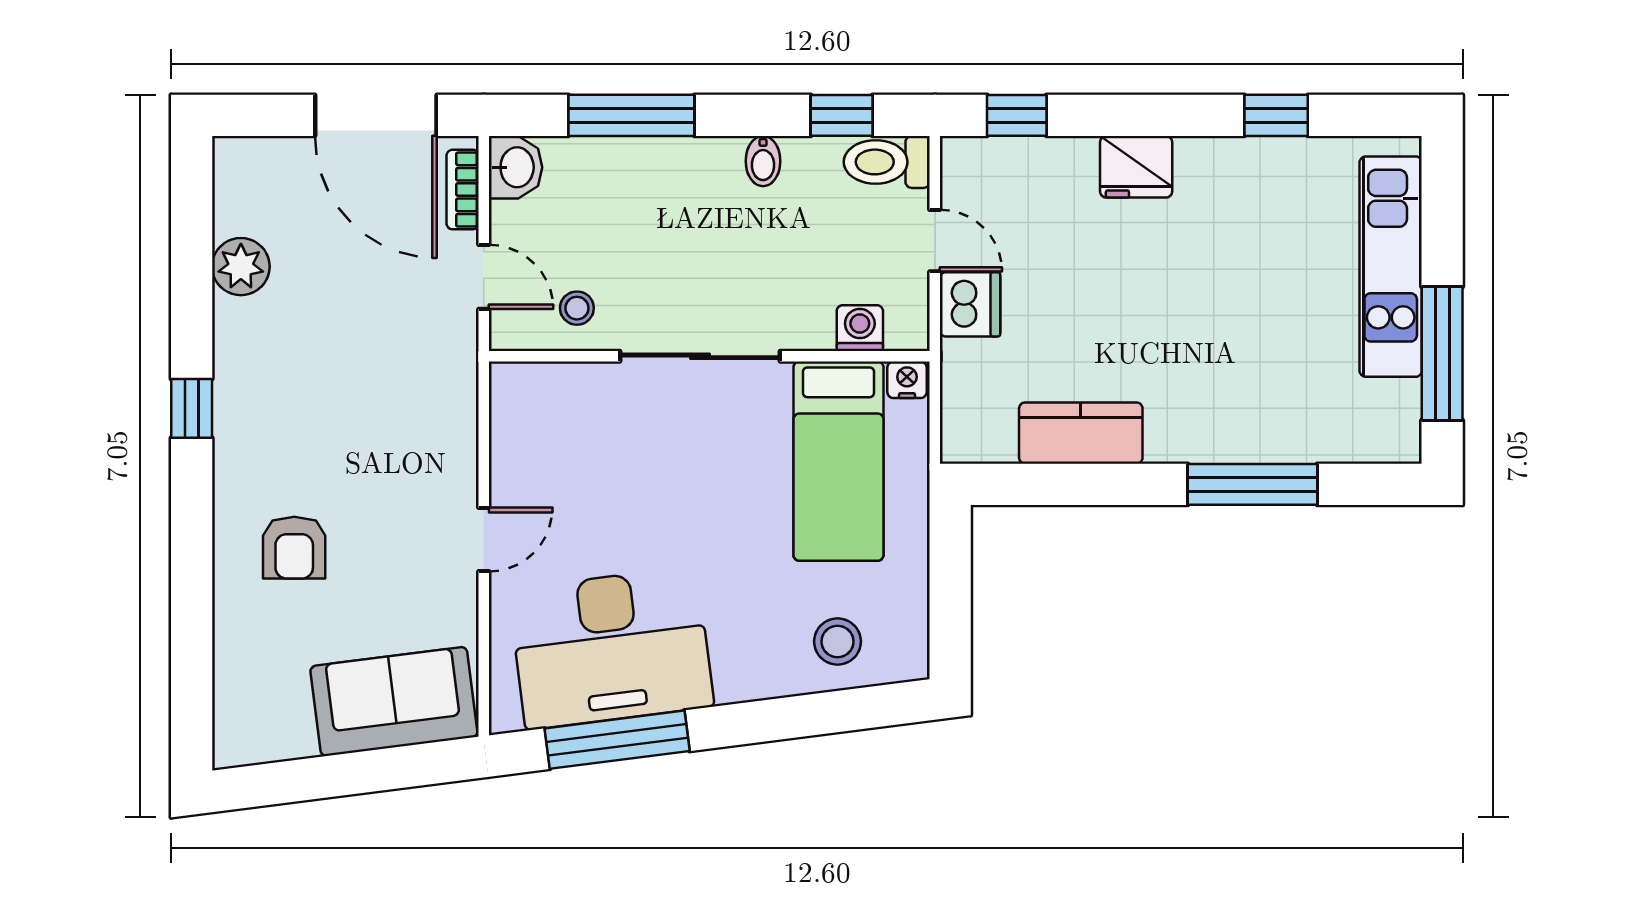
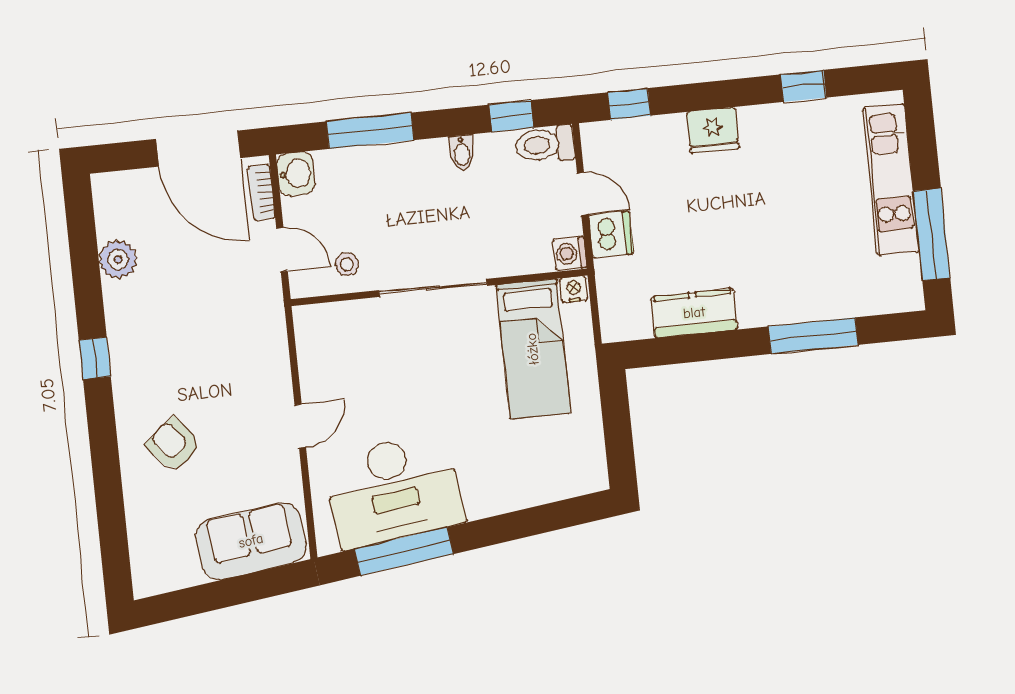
washing machine: (860, 328) -> (570, 253), moved, turned -90
armchair: (294, 548) -> (173, 445), turned 141
stool: (838, 641) -> (545, 470), removed

